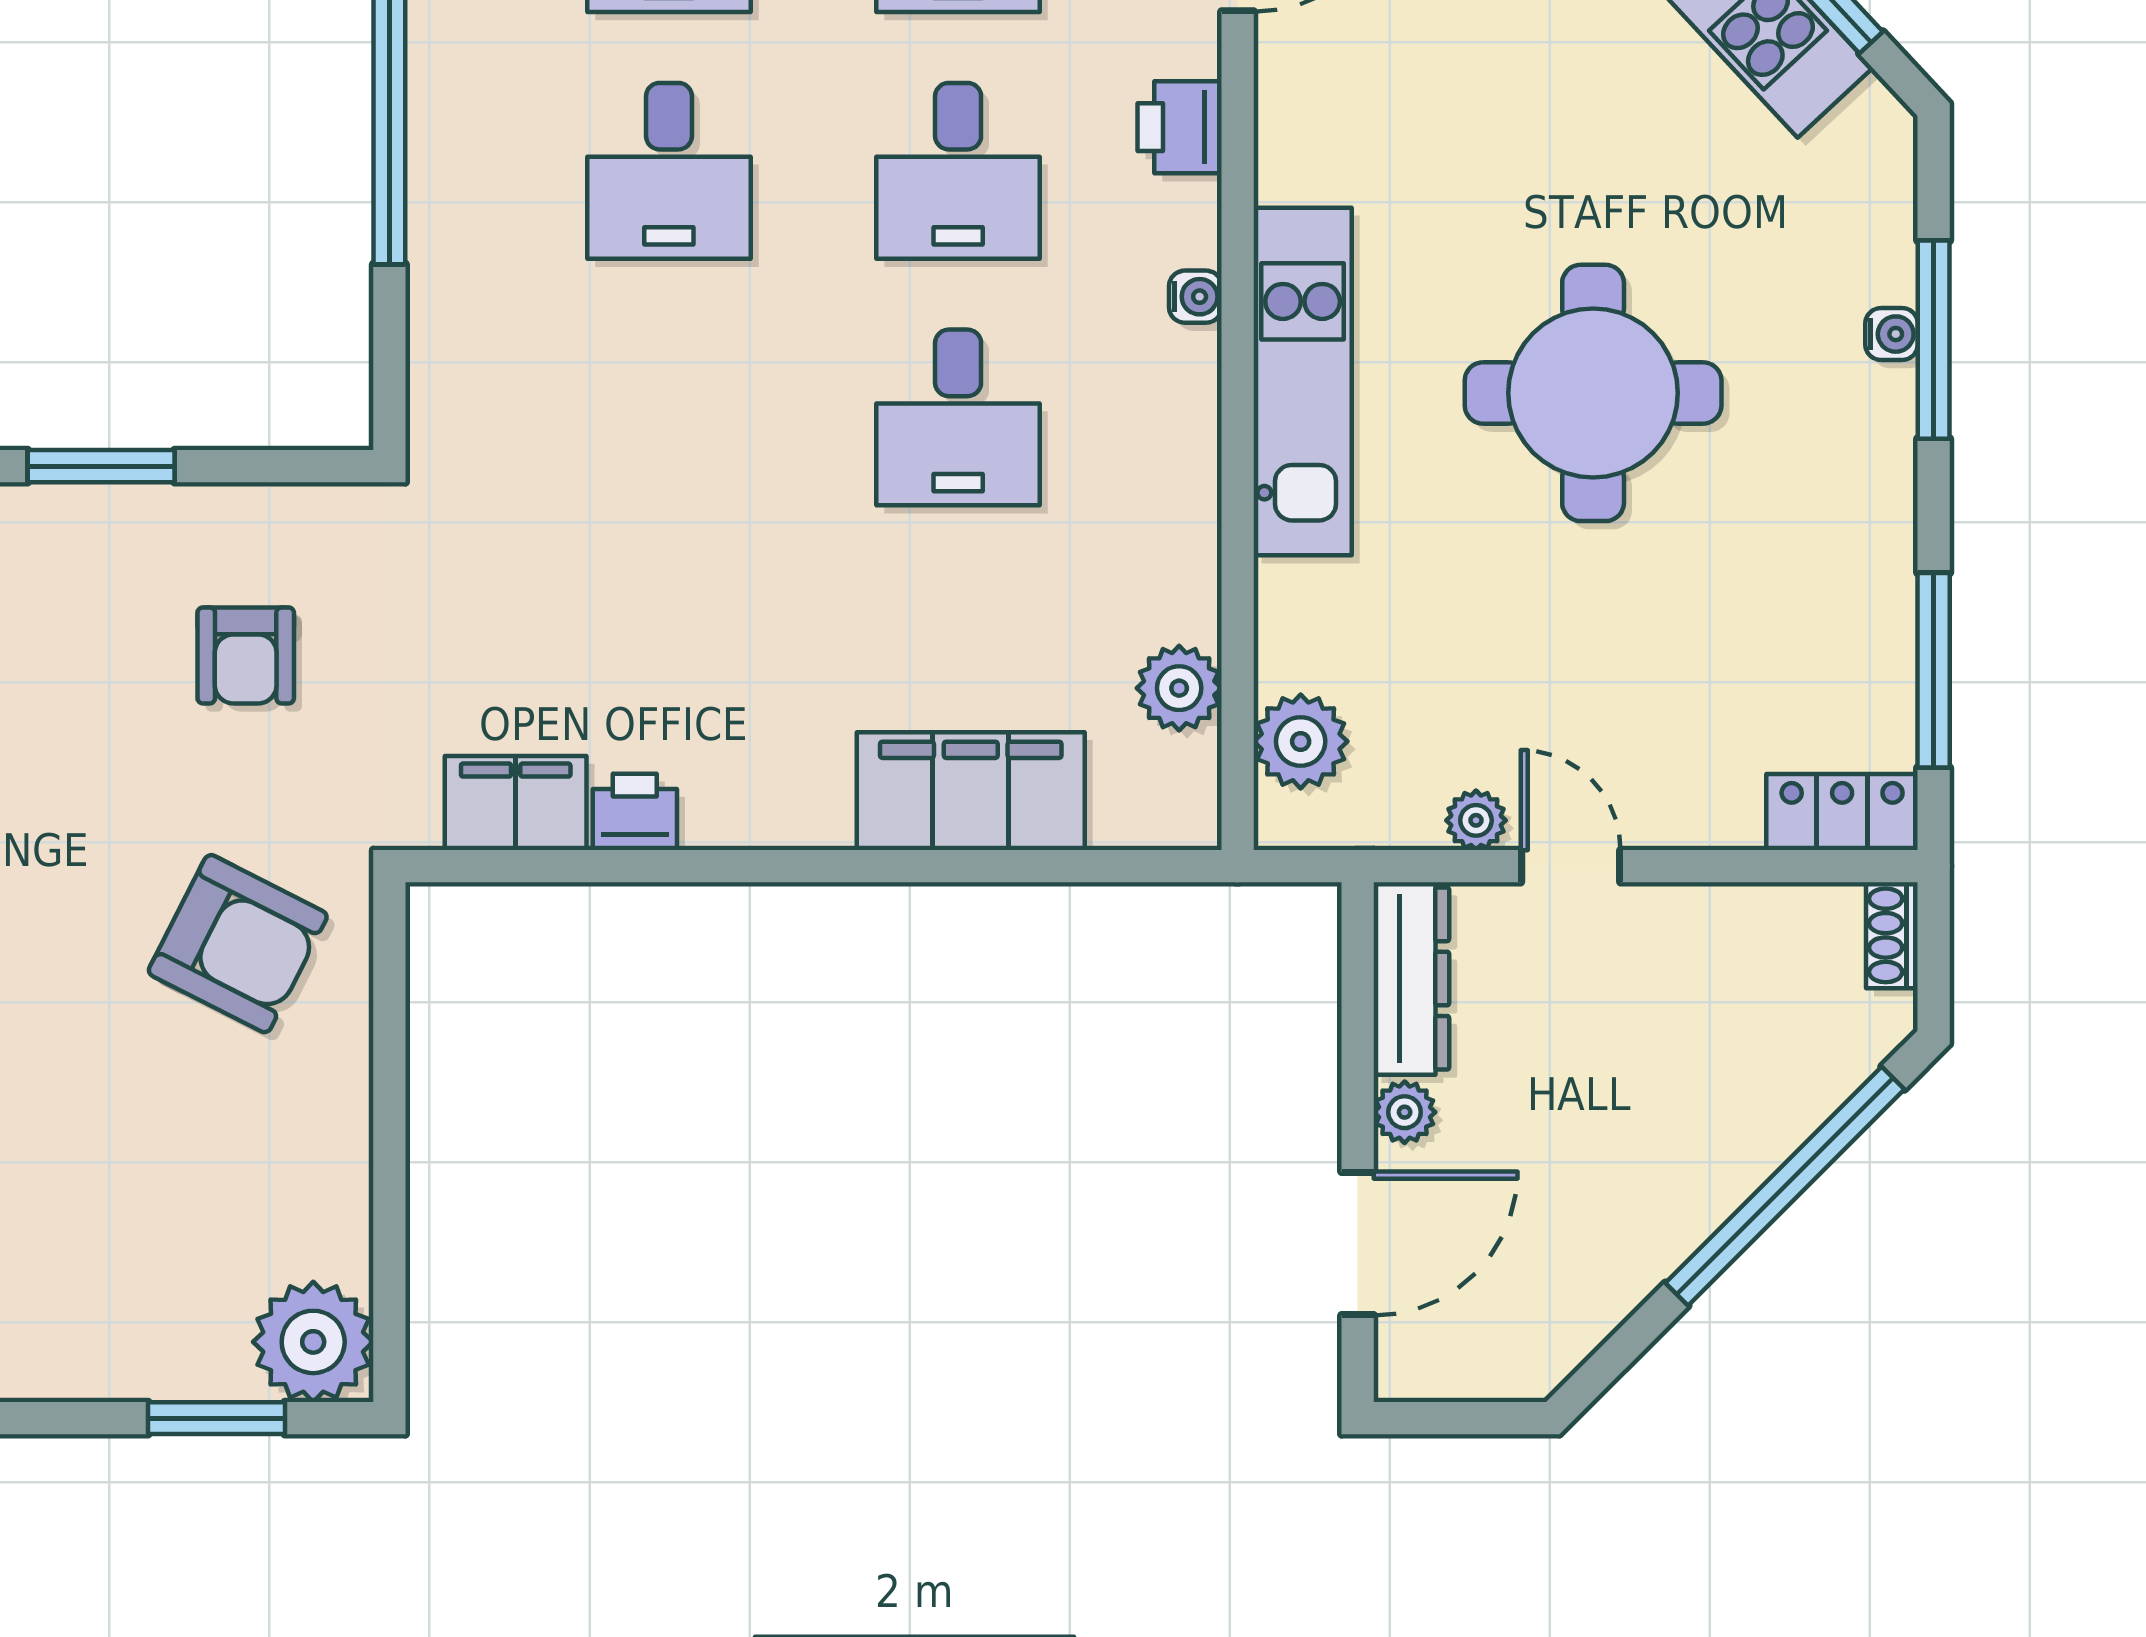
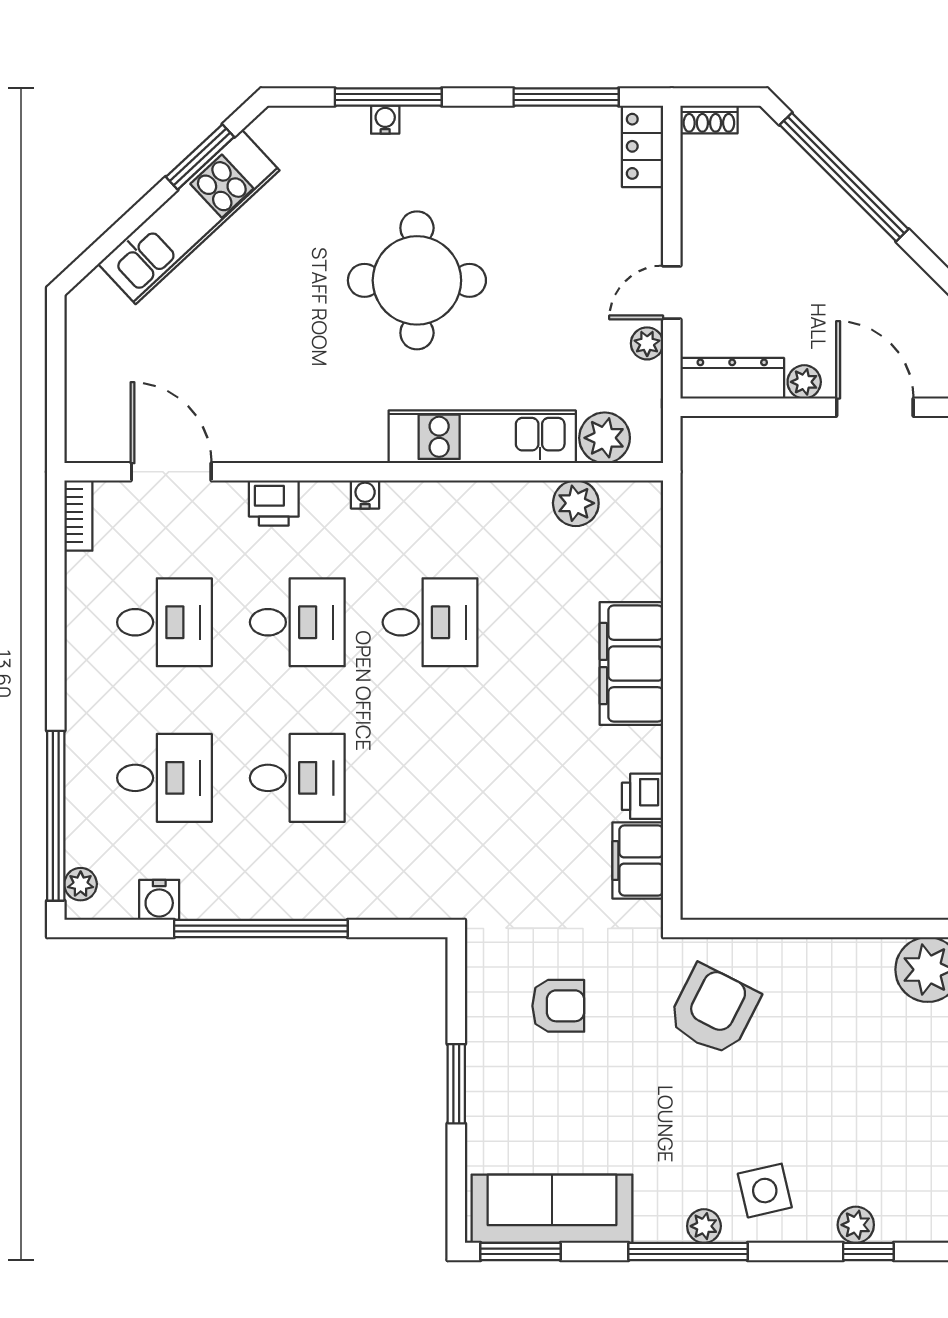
kitchen unit: (1303, 381) -> (482, 437), moved
filing cabinet: (971, 791) -> (631, 664), moved

